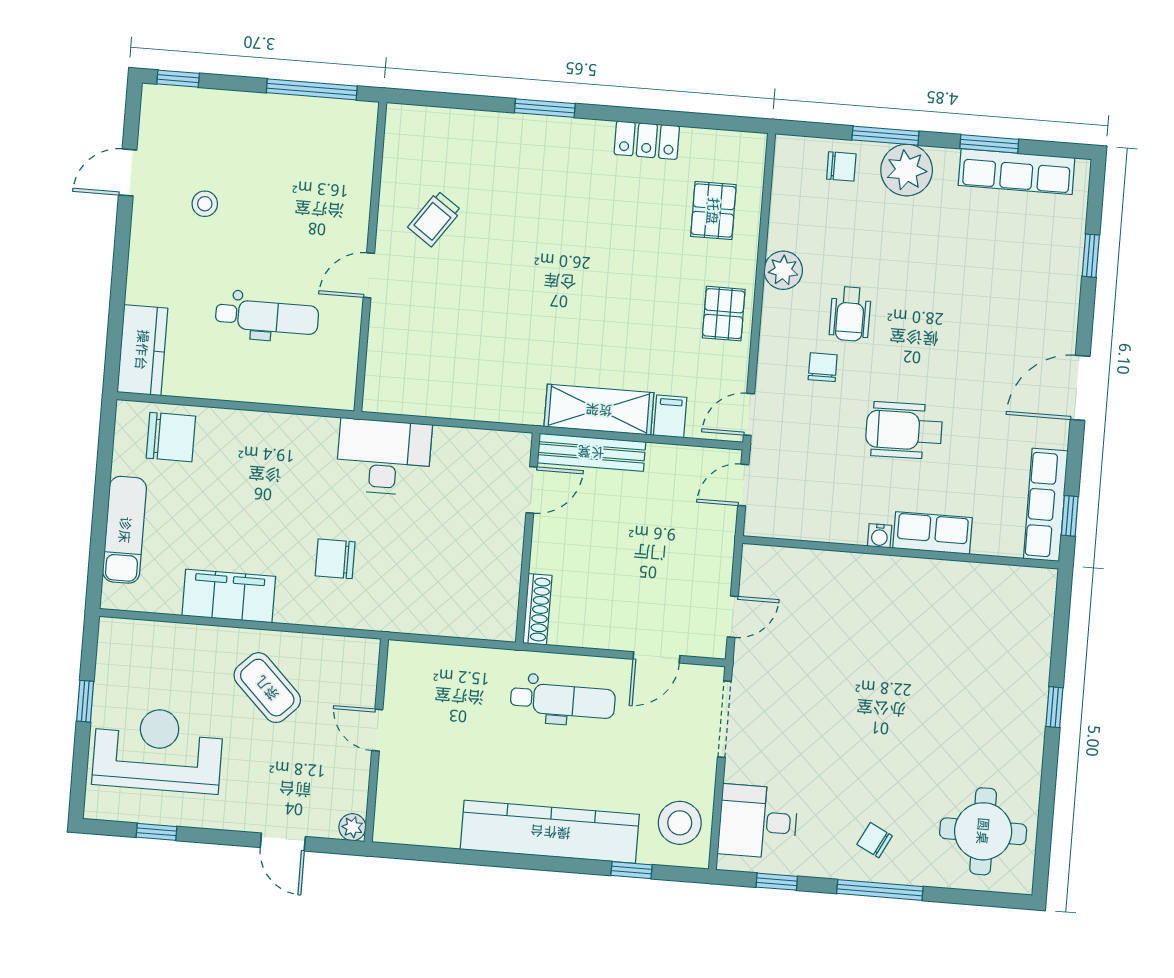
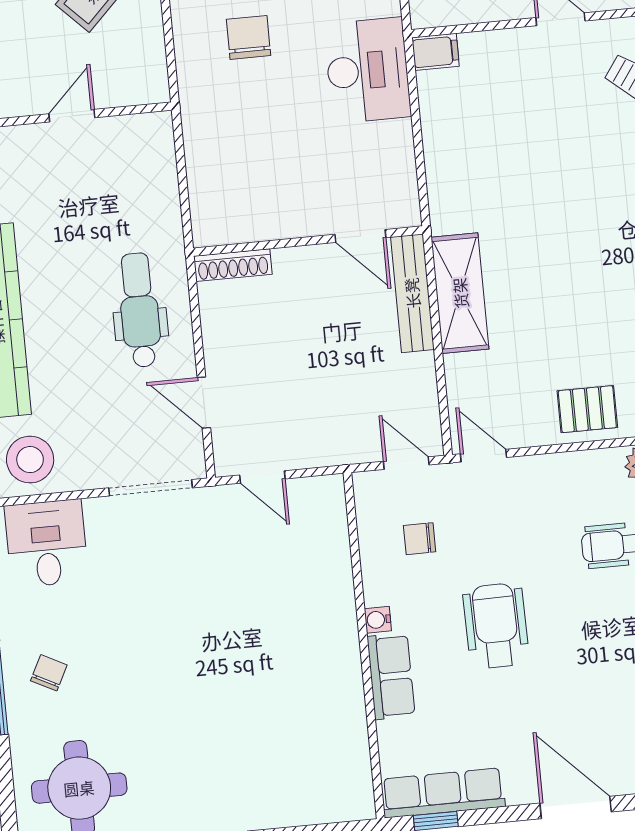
chair: (823, 367) -> (420, 539), moved, turned 180
filing cabinet: (670, 416) -> (435, 52), moved
dental chair: (563, 700) -> (140, 310), turned 180

